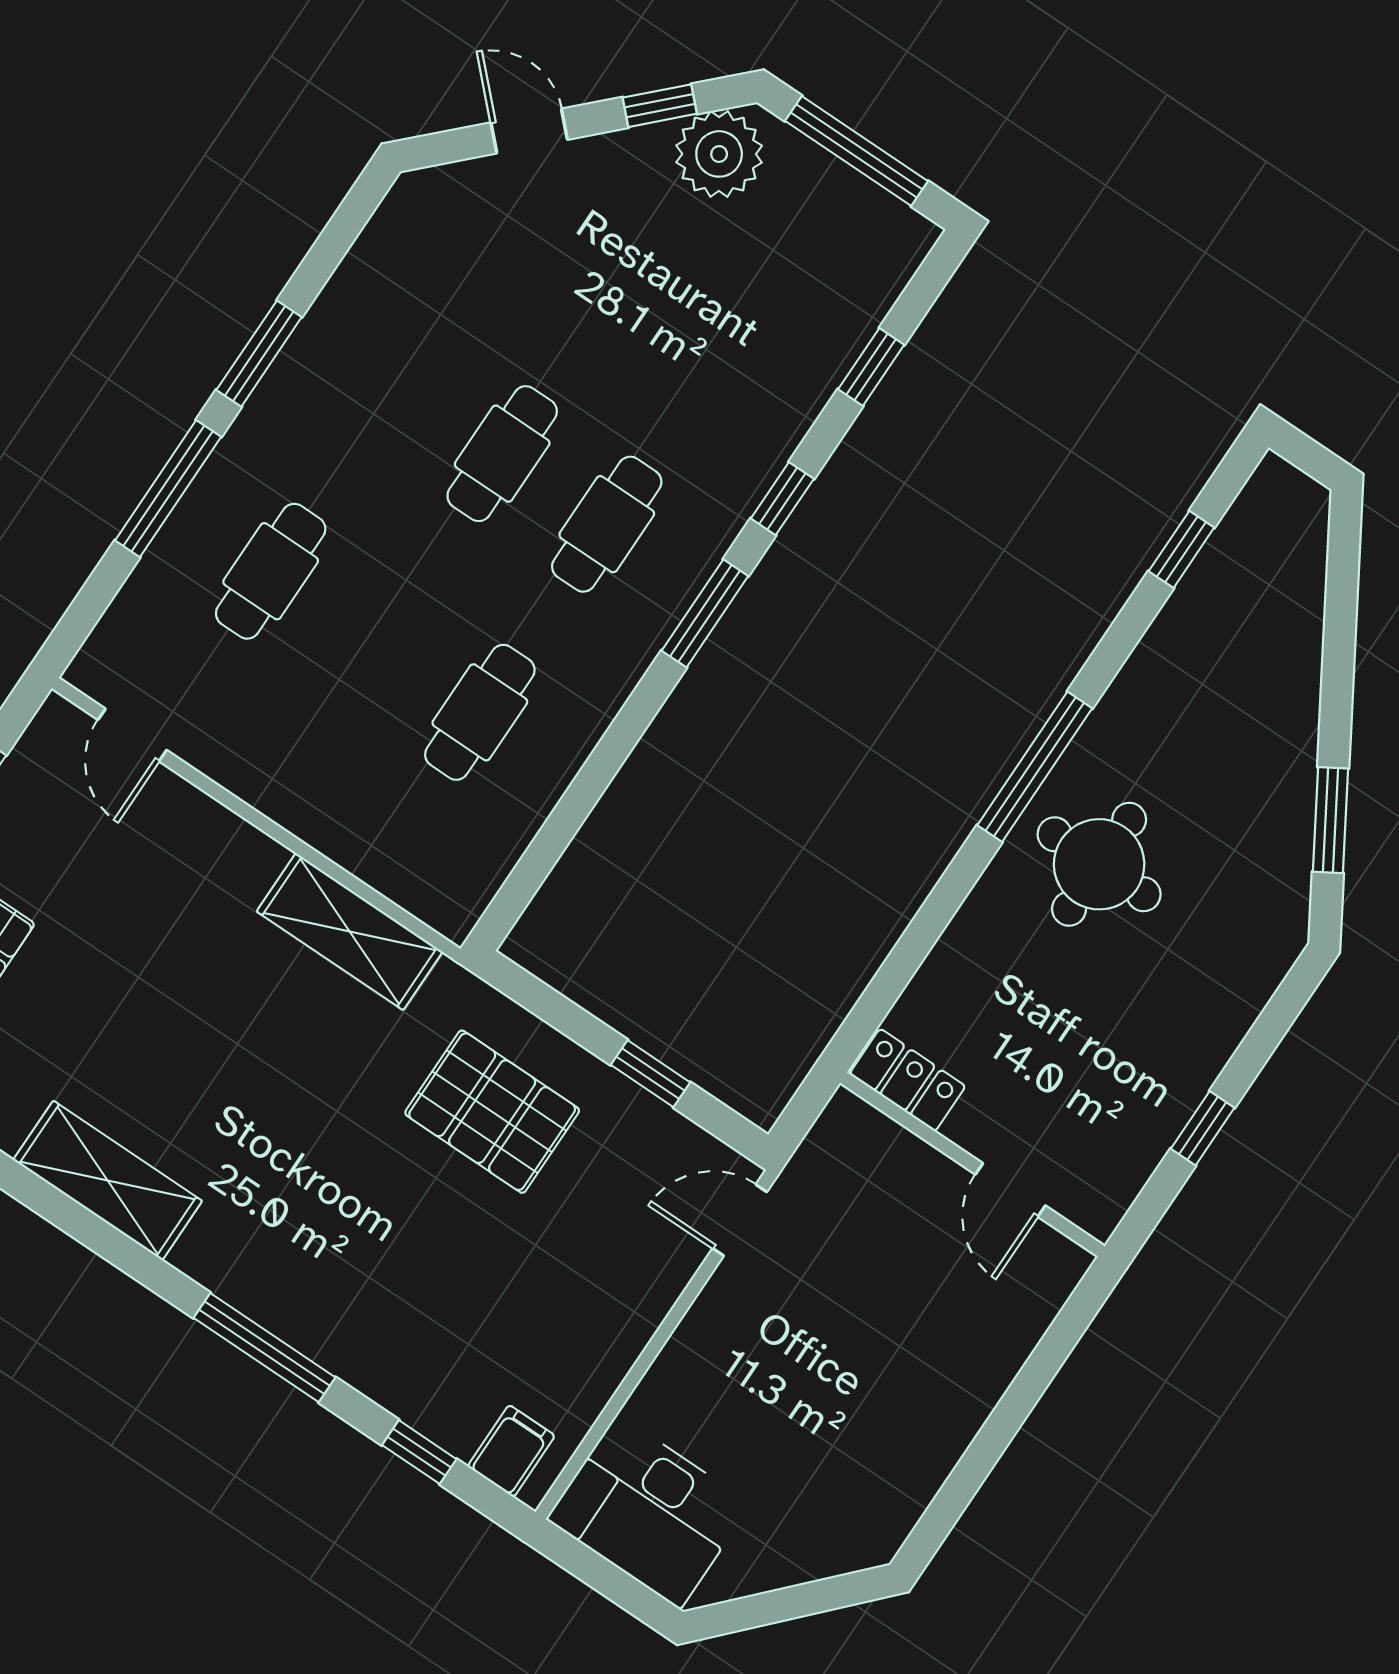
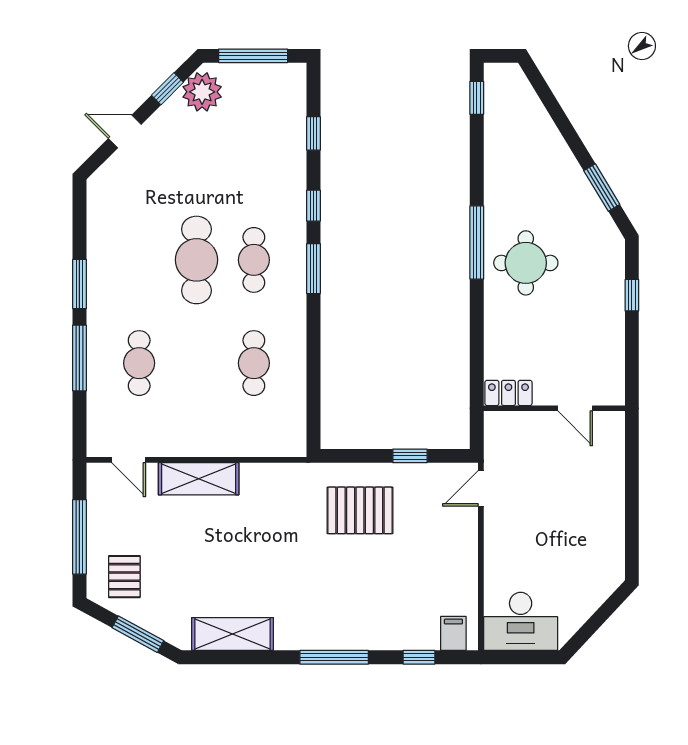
cafe table: (502, 454) -> (196, 260), width x1.37, depth x1.35
window: (1181, 549) -> (477, 98), moved
shelving: (350, 931) -> (199, 479), moved
window: (1203, 1128) -> (632, 295), moved

